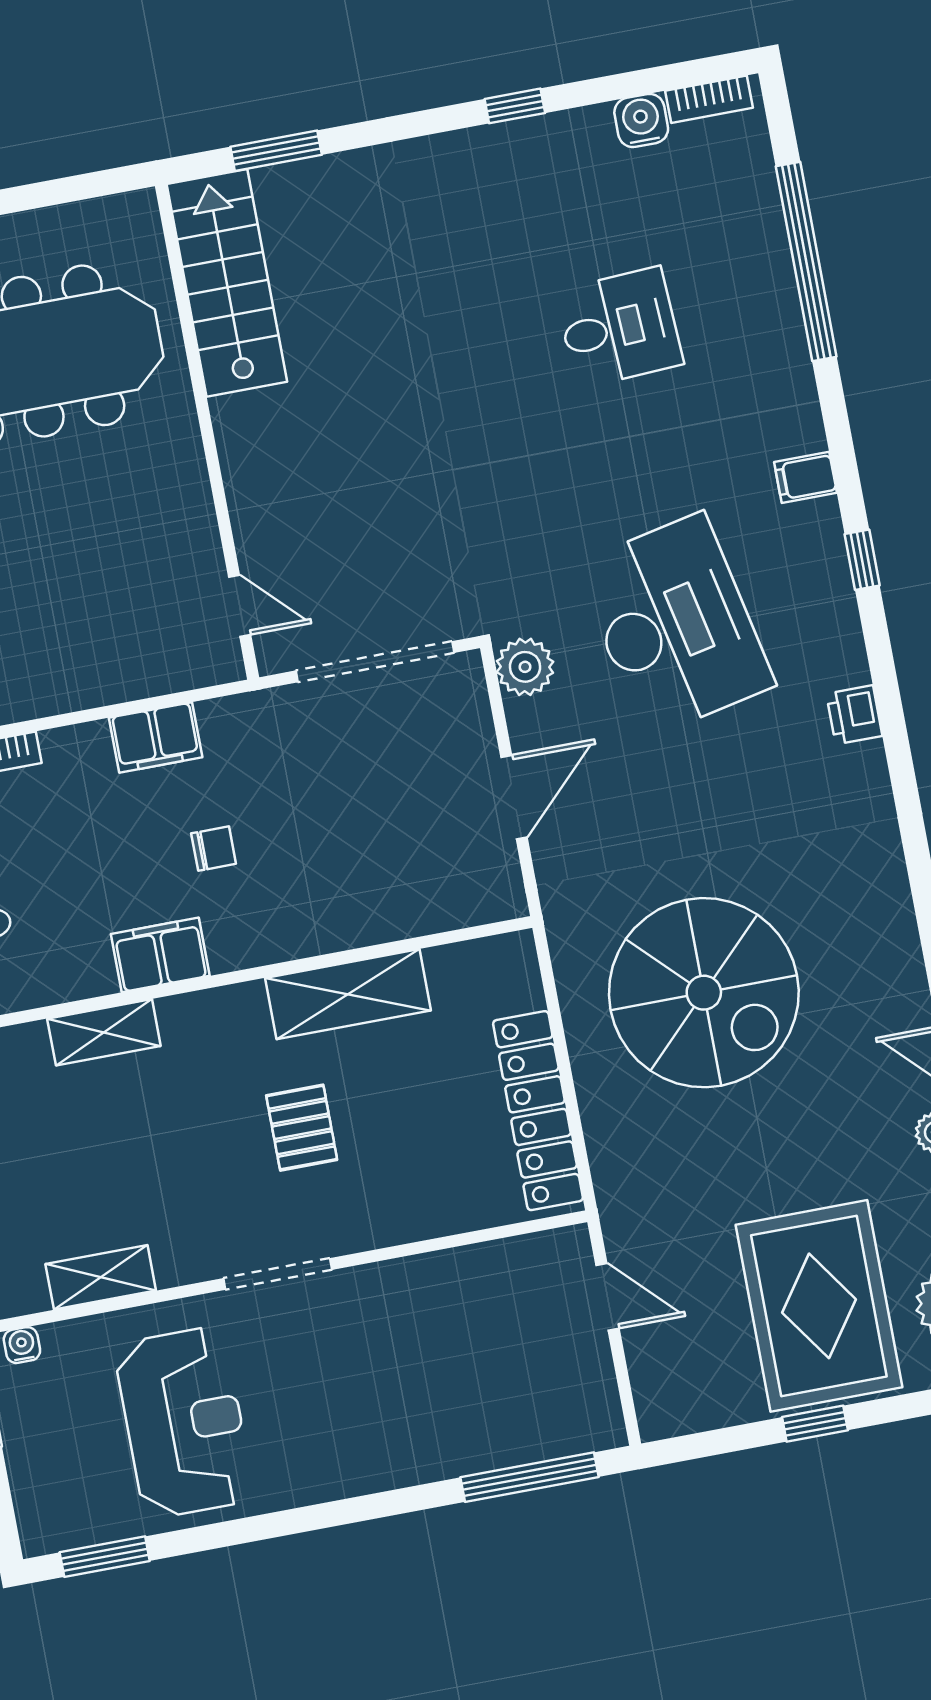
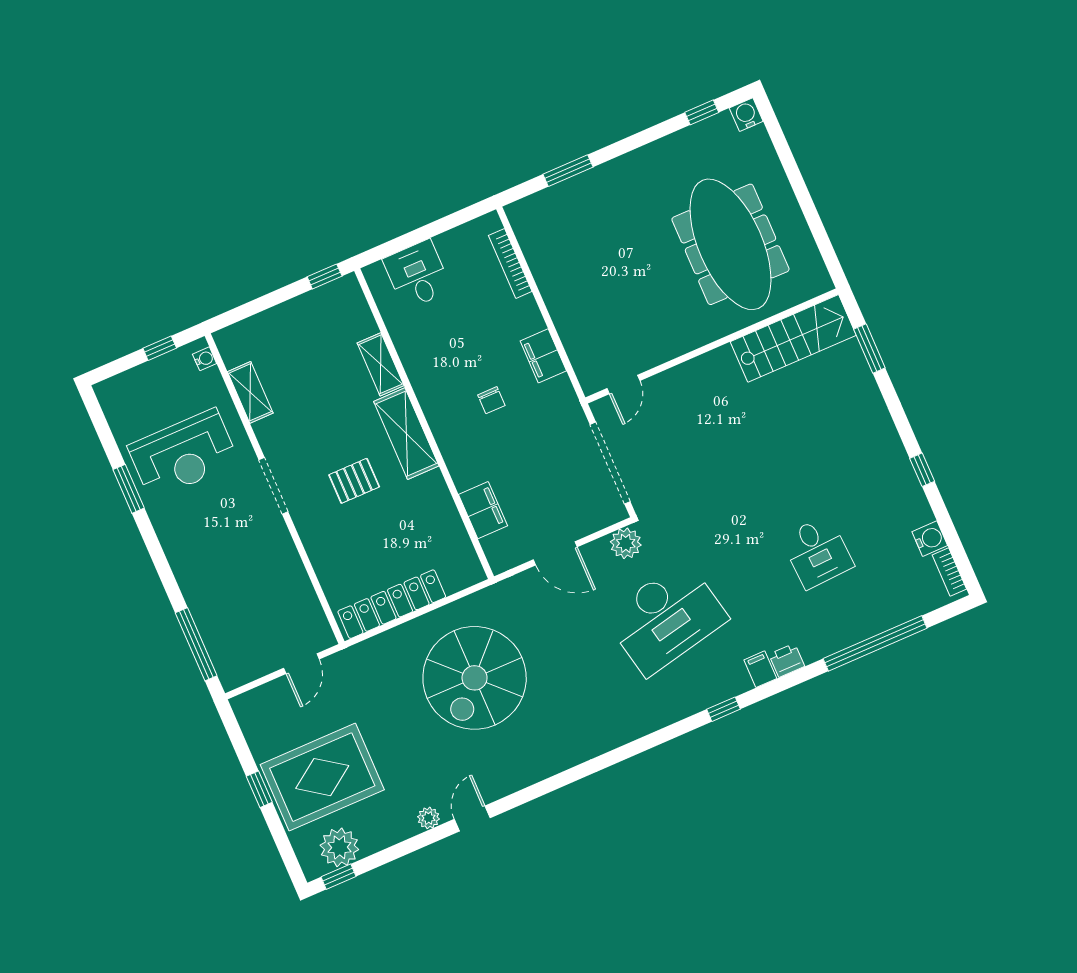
printer: (854, 715) -> (787, 660), moved
filing cabinet: (160, 955) -> (483, 510), moved
shelving: (348, 994) -> (406, 434), moved
window: (105, 1557) -> (129, 489), moved

